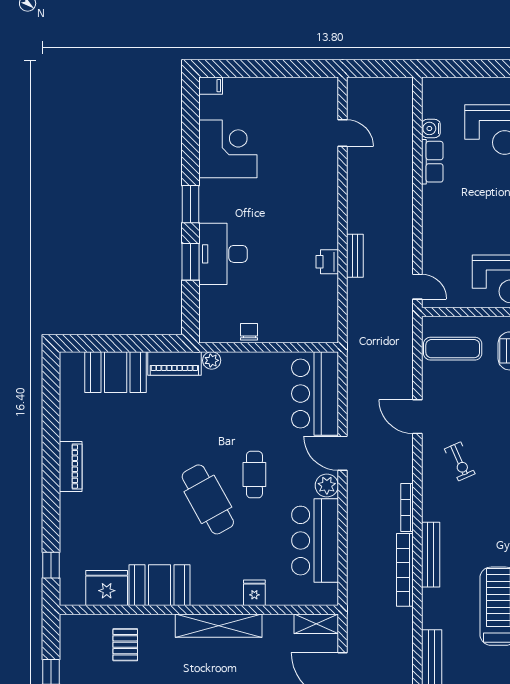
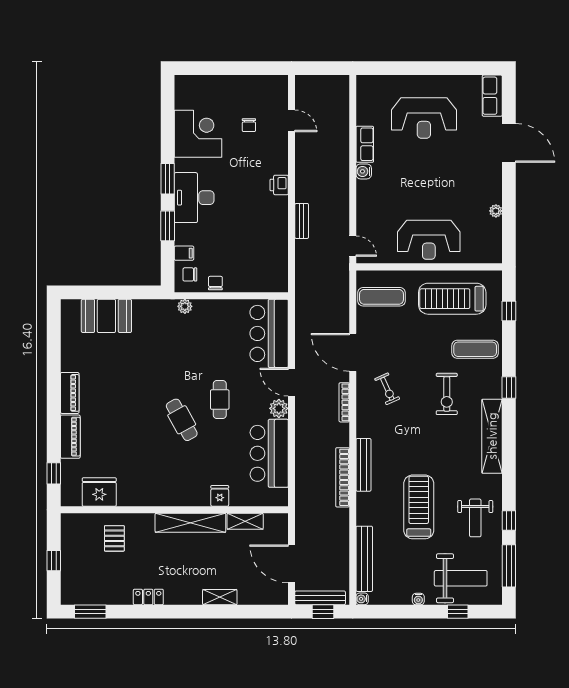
filing cabinet: (211, 86) -> (184, 253), moved
water cooler: (431, 128) -> (364, 171), moved
chair: (290, 138) -> (249, 125), added
desk: (223, 254) -> (194, 198), moved
printer: (327, 262) -> (279, 185), moved
chair: (218, 321) -> (190, 274), added
piano: (174, 363) -> (70, 437), moved, turned -90
door: (417, 417) -> (353, 352), width x1.36
cafe table: (208, 499) -> (182, 420), width x0.73, depth x0.74
bookcase: (407, 508) -> (344, 402), moved
booth: (160, 585) -> (142, 490), removed
shelving: (316, 624) -> (245, 521), moved

